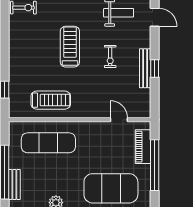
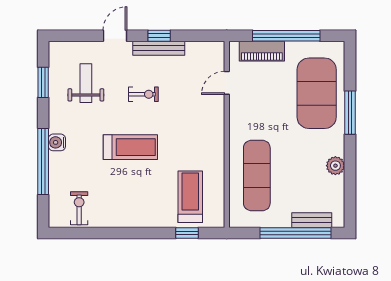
door: (155, 17) -> (115, 36), moved
treadmill: (70, 47) -> (130, 147), turned 180
treadmill: (51, 100) -> (190, 197), moved

